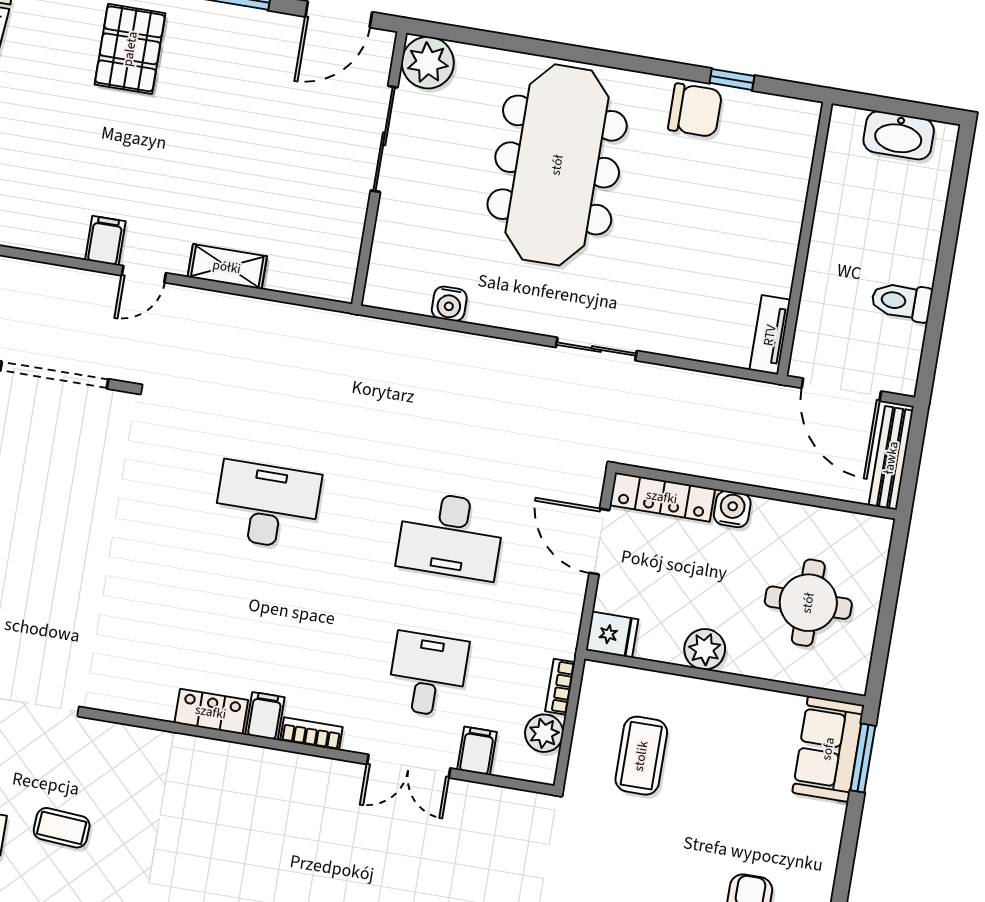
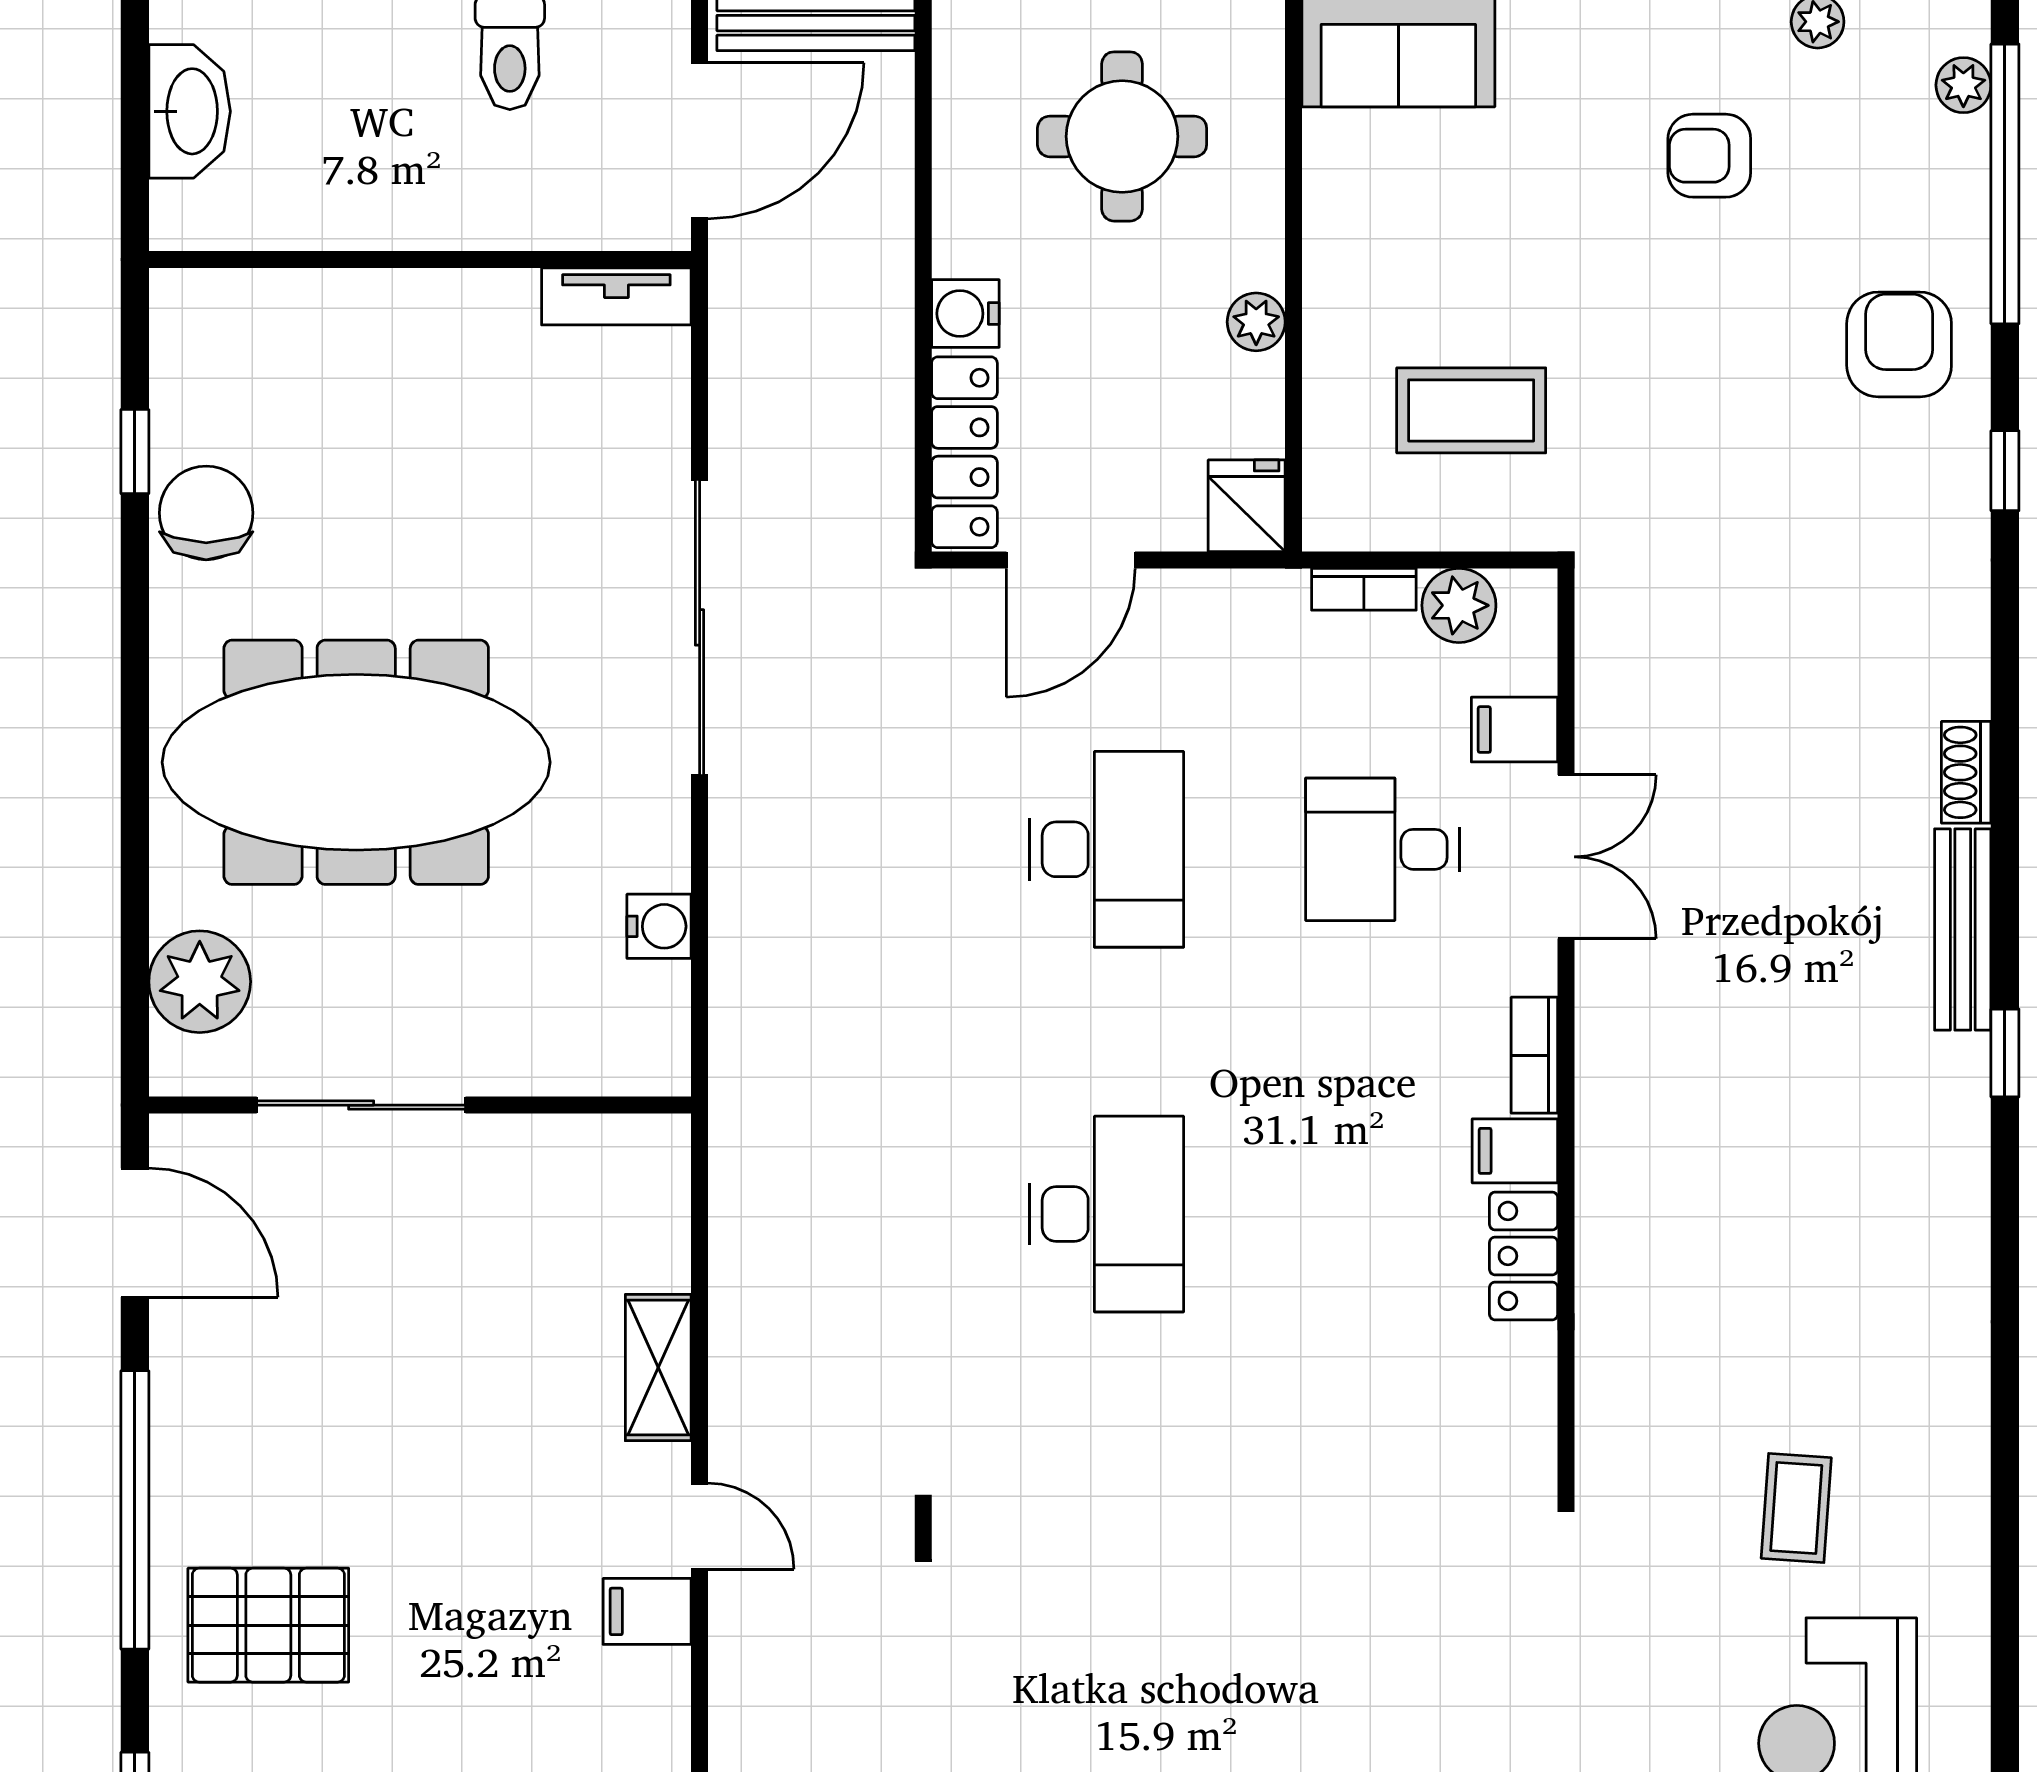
plant: (428, 63) -> (200, 982), moved
sliding door: (596, 349) -> (700, 627), width x1.86
desk: (267, 505) -> (1107, 1214), turned 180
plant: (705, 649) -> (1256, 322), width x0.73, depth x0.73

